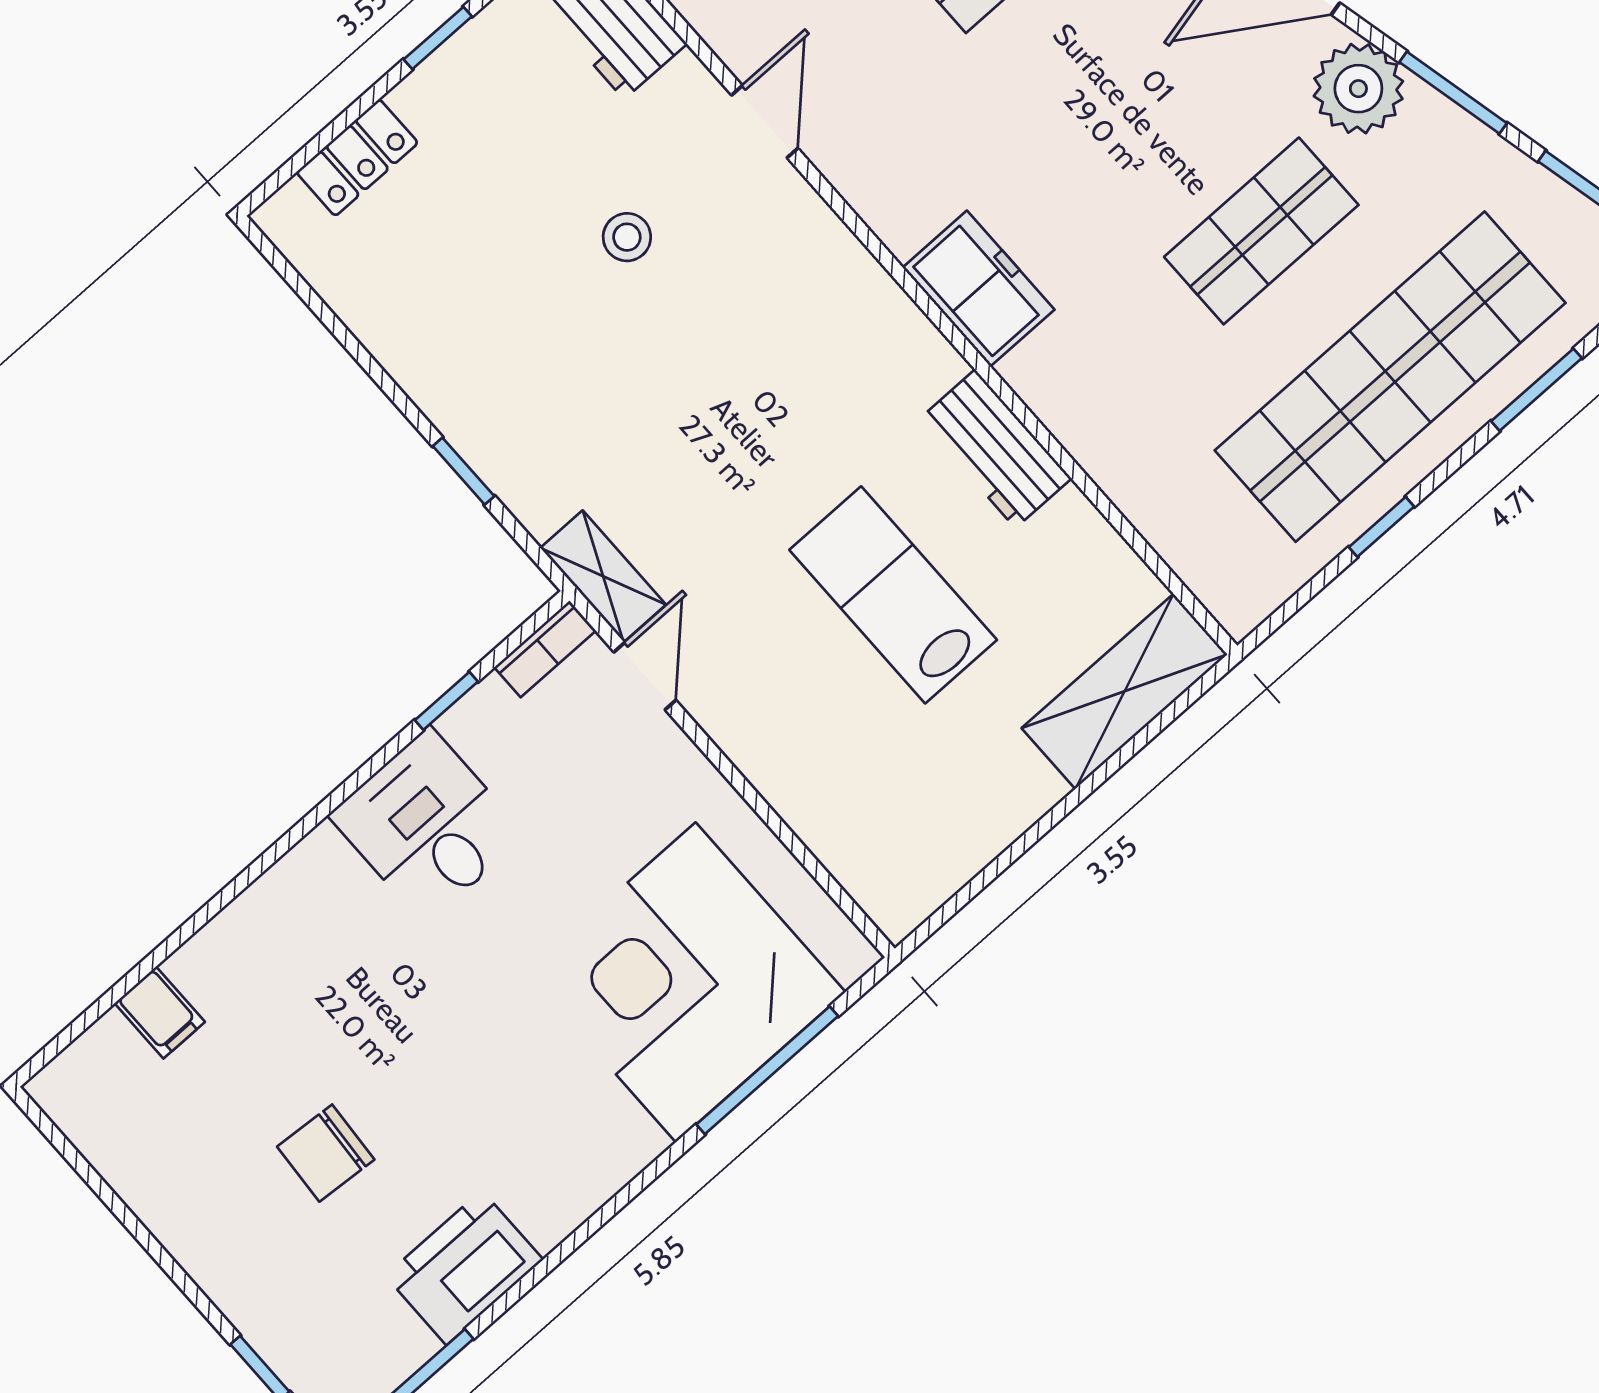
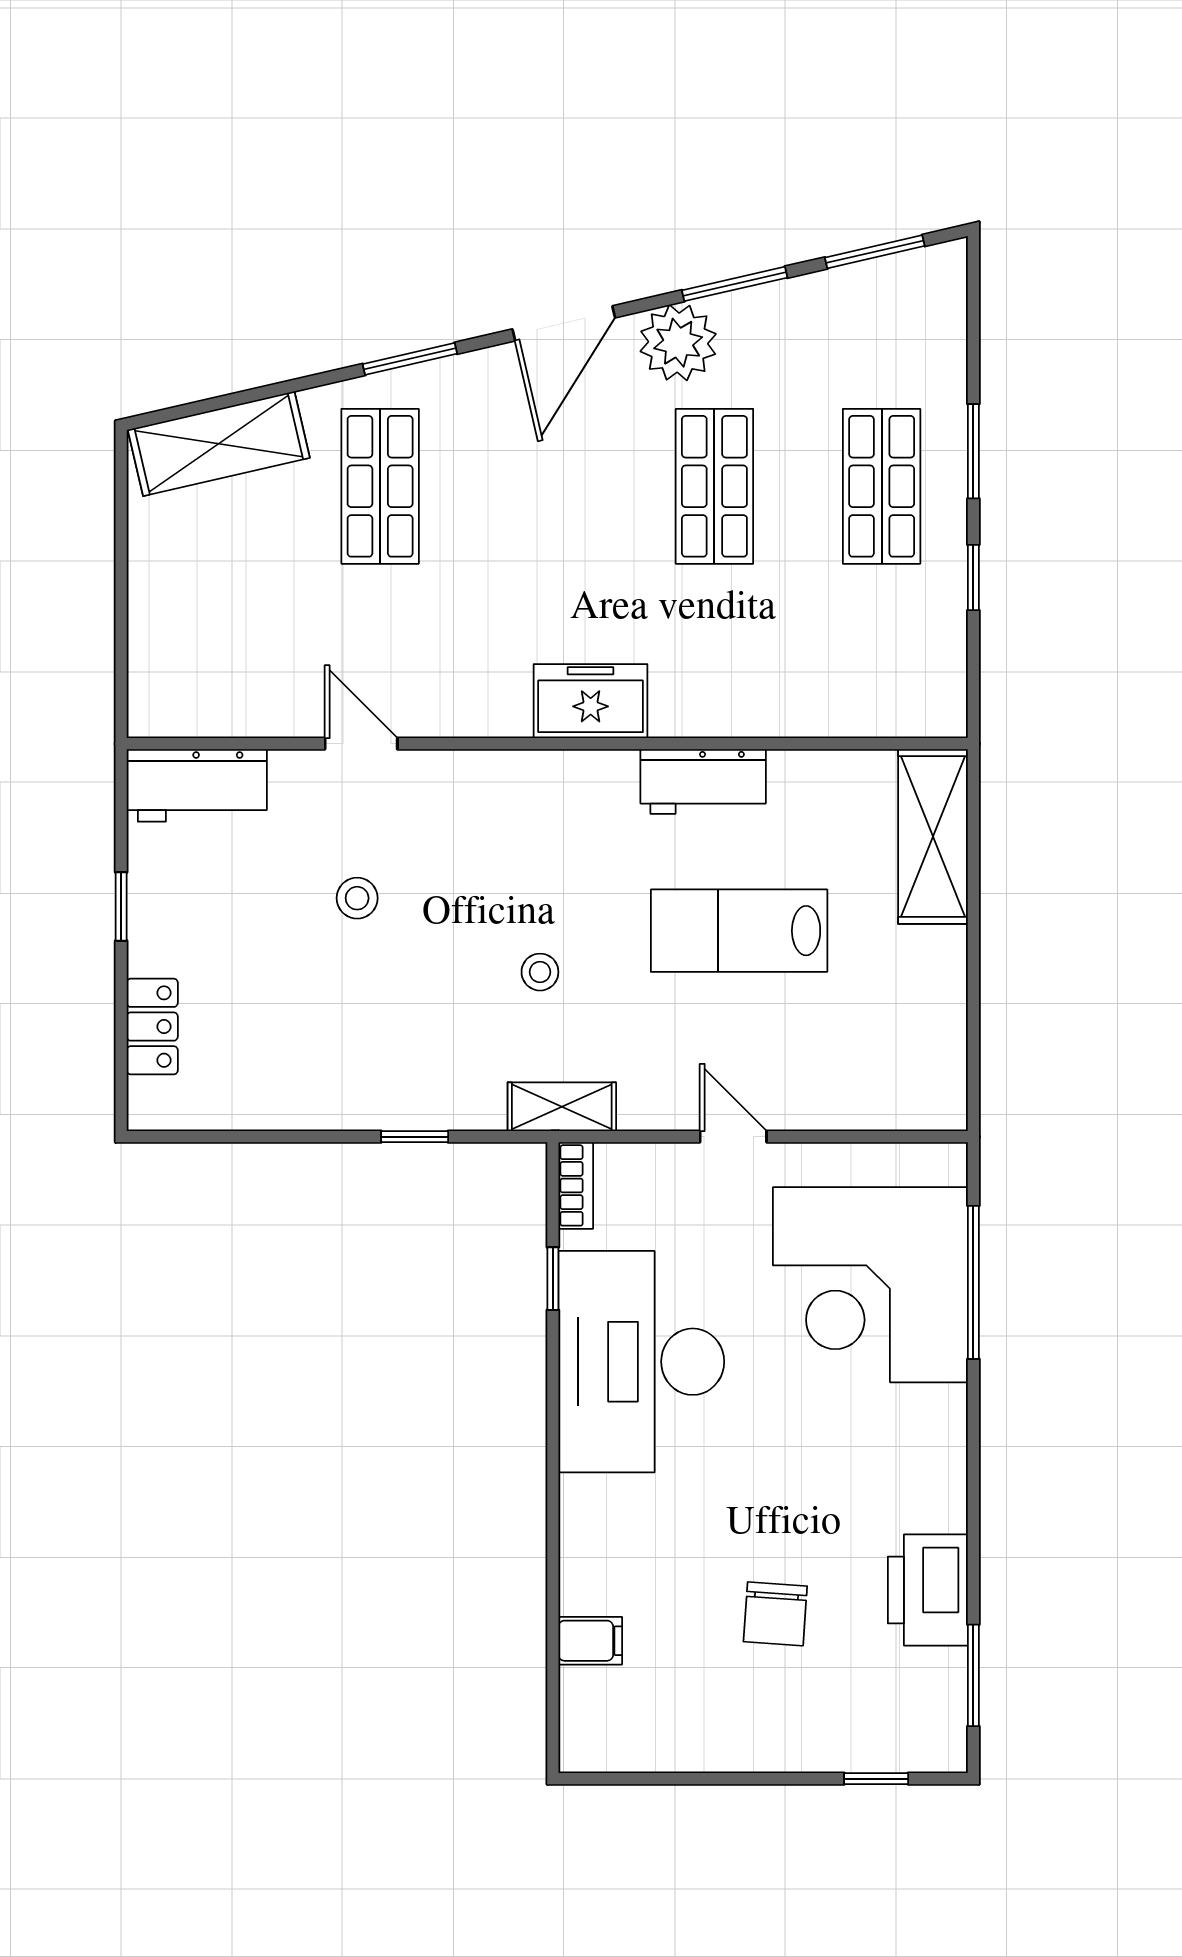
shop shelf: (1390, 377) -> (882, 486), width x0.50, depth x0.74
window: (1537, 390) -> (973, 451), moved
stool: (704, 453) -> (540, 972), added
door: (645, 676) -> (733, 1137), moved
desk: (427, 825) -> (641, 1362), width x1.87, depth x1.30

